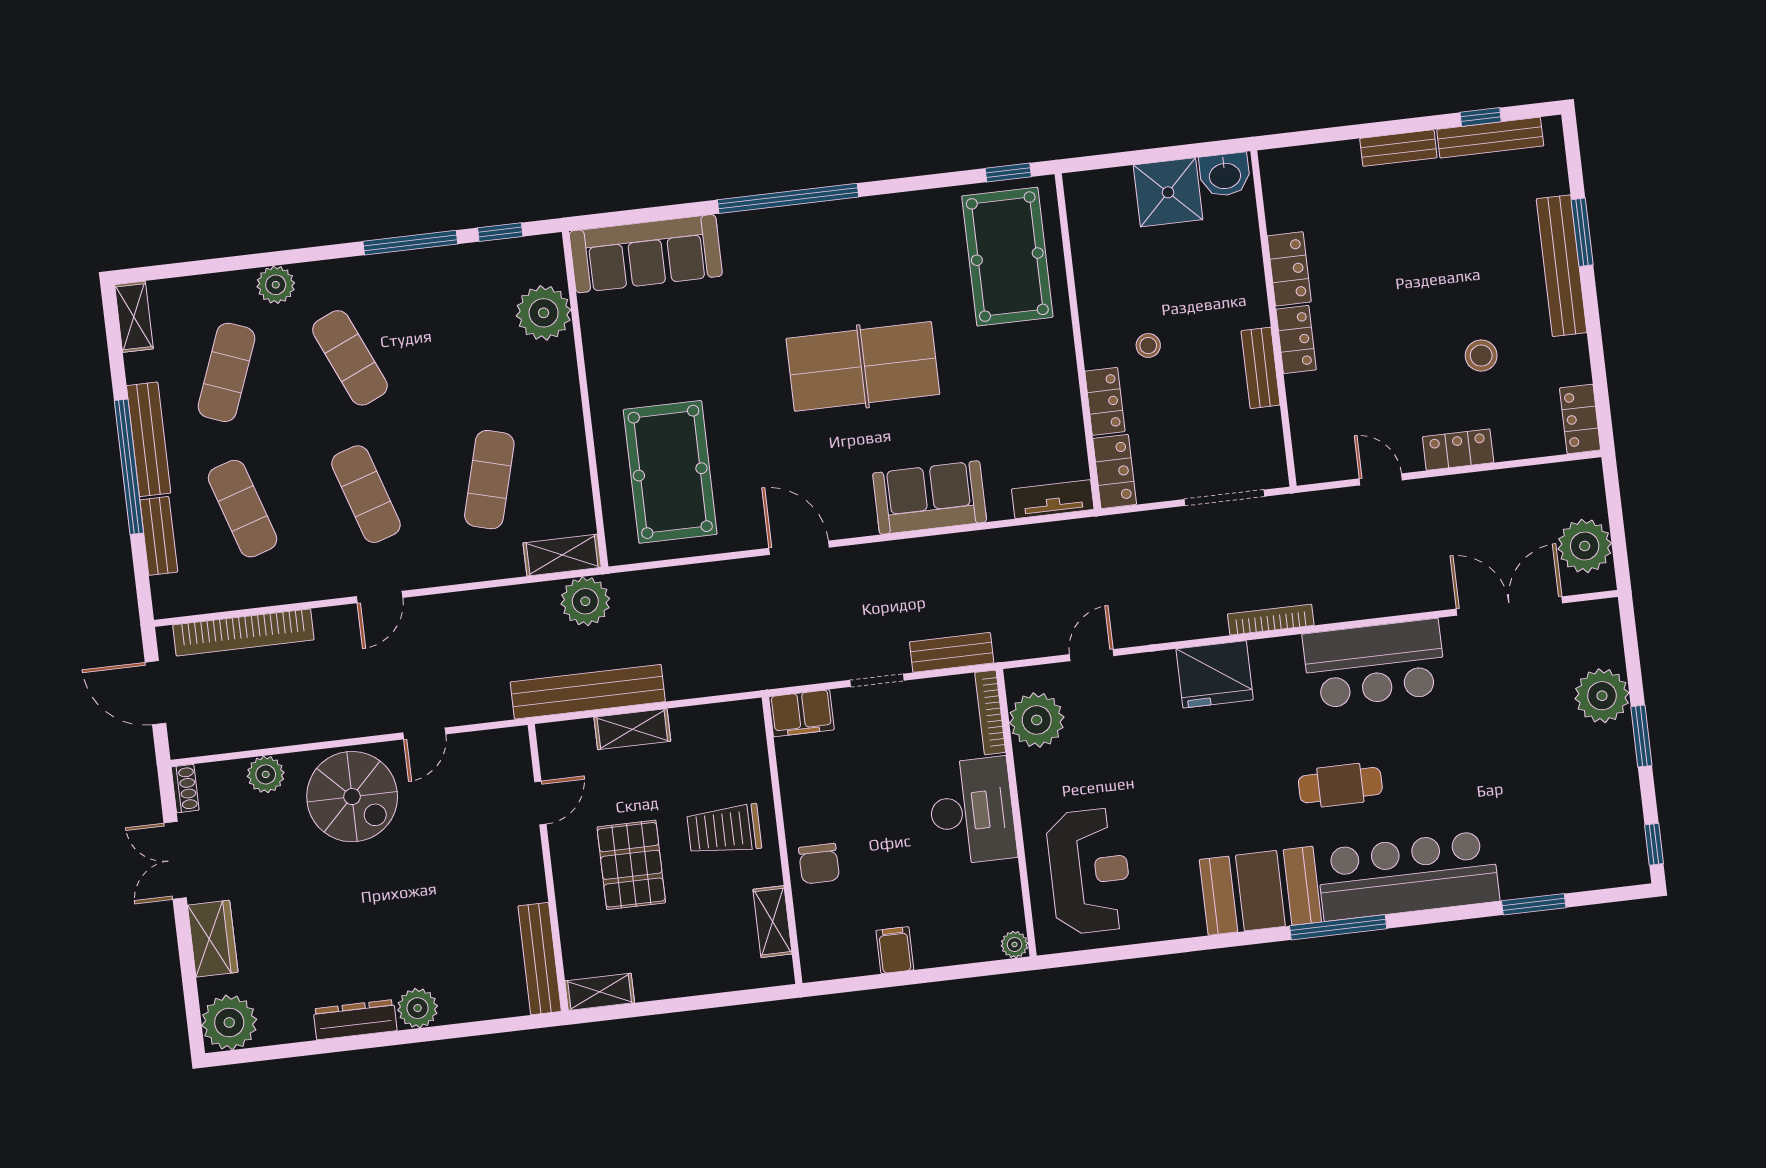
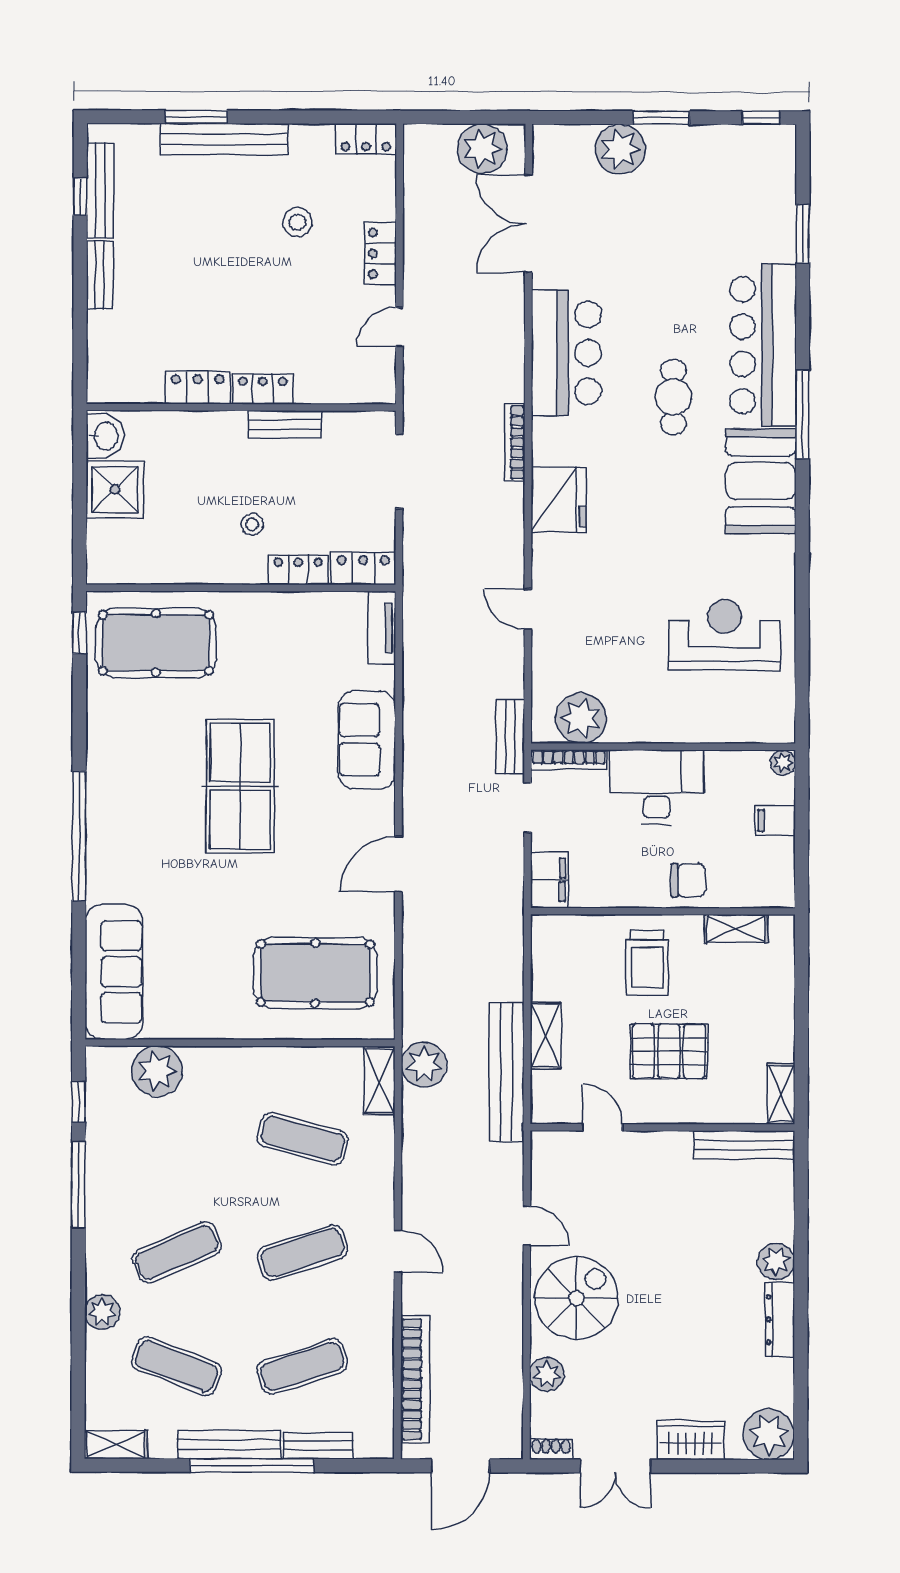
bookcase: (990, 712) -> (569, 760), moved
plant: (1037, 720) -> (581, 718), moved
desk: (972, 811) -> (657, 787), moved
wall: (1016, 813) -> (663, 747), moved
plant: (1015, 945) -> (783, 763), moved

